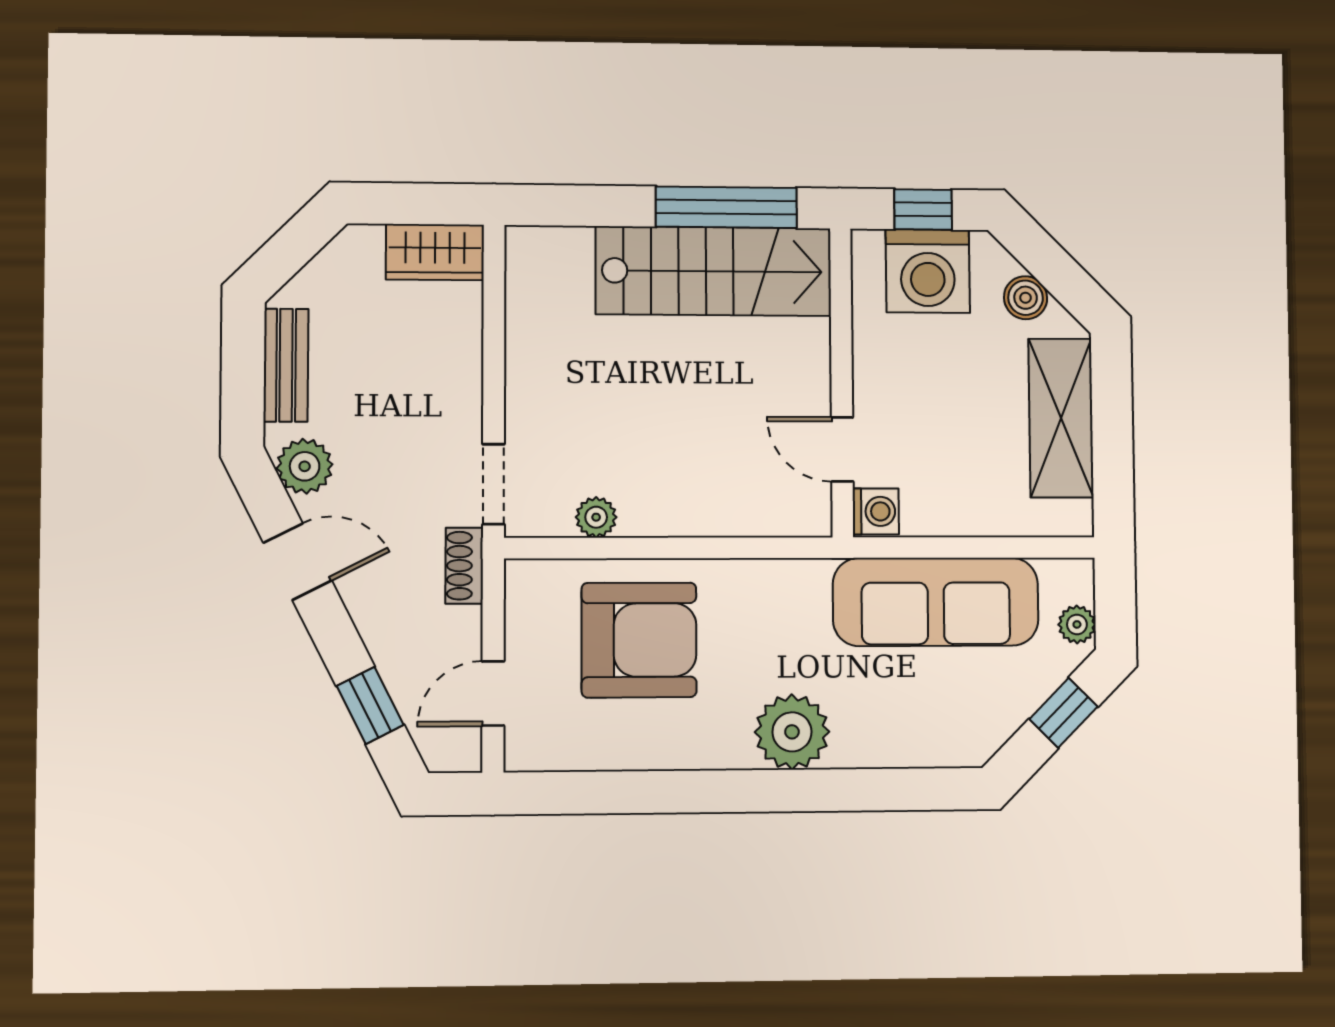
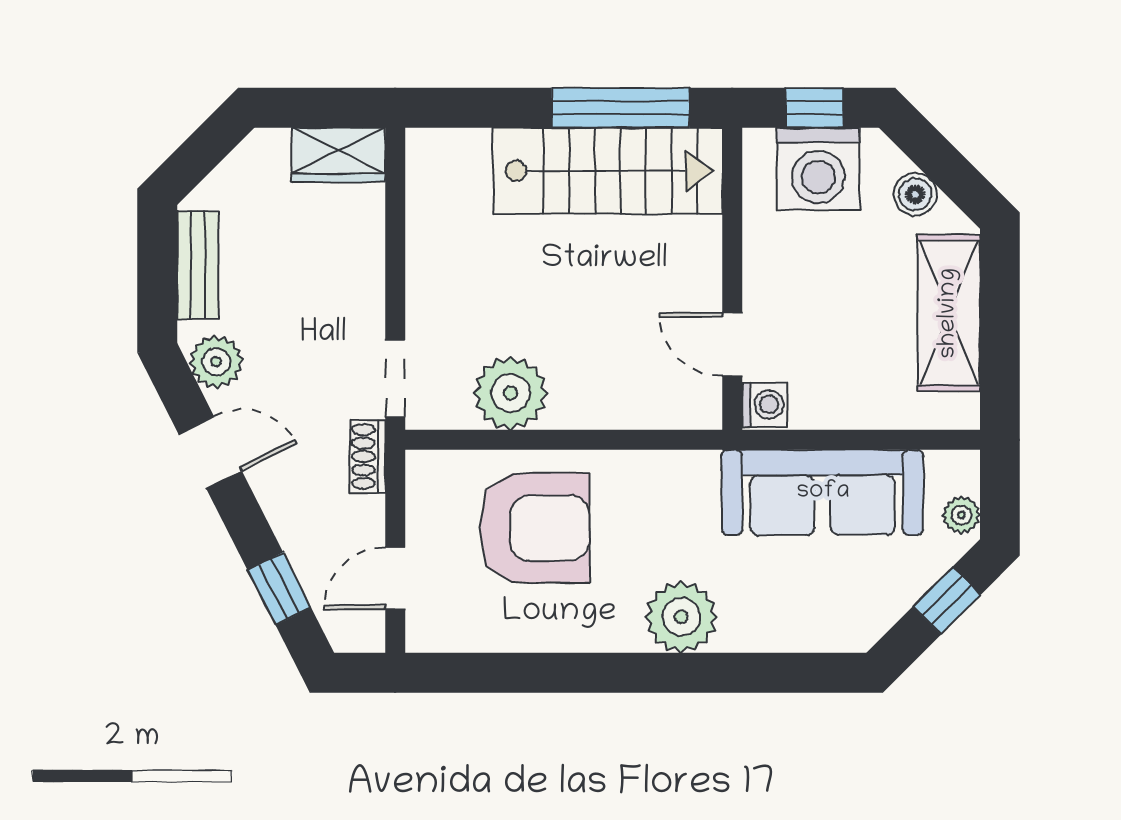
plant: (596, 517) -> (511, 393), width x1.88, depth x1.88

